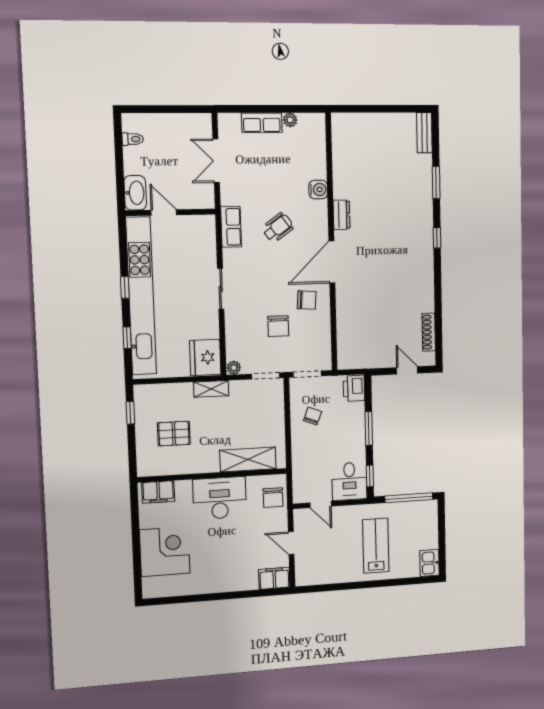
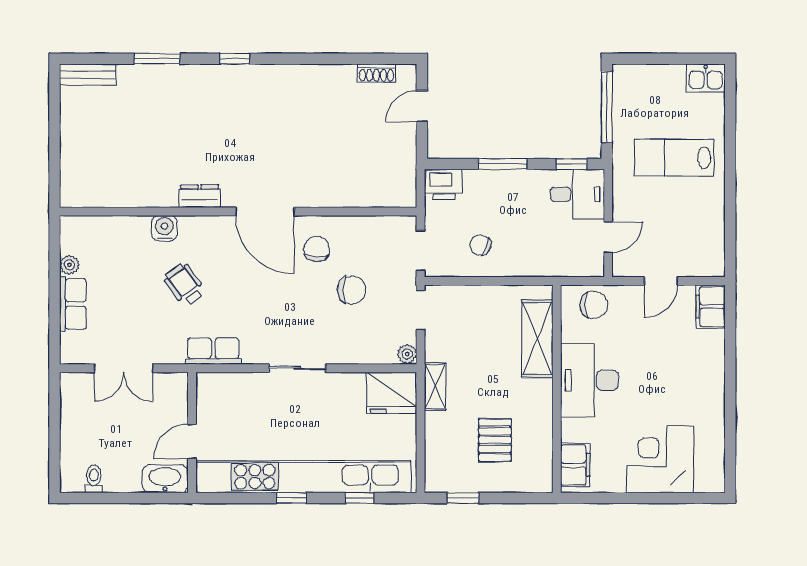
wheelchair: (278, 228) -> (185, 285), moved
shoe rack: (429, 332) -> (376, 73), width x0.70

